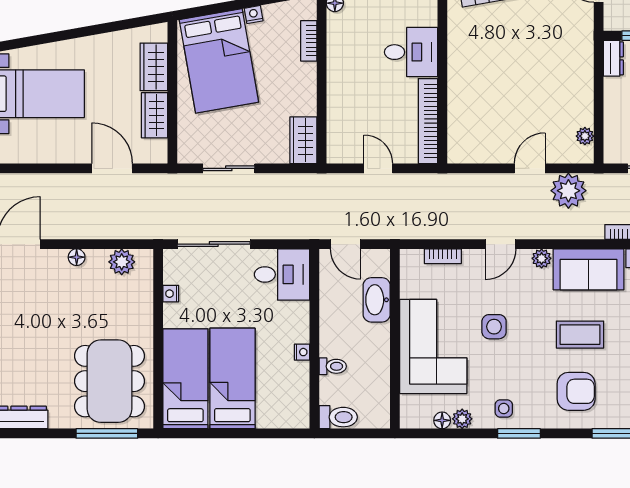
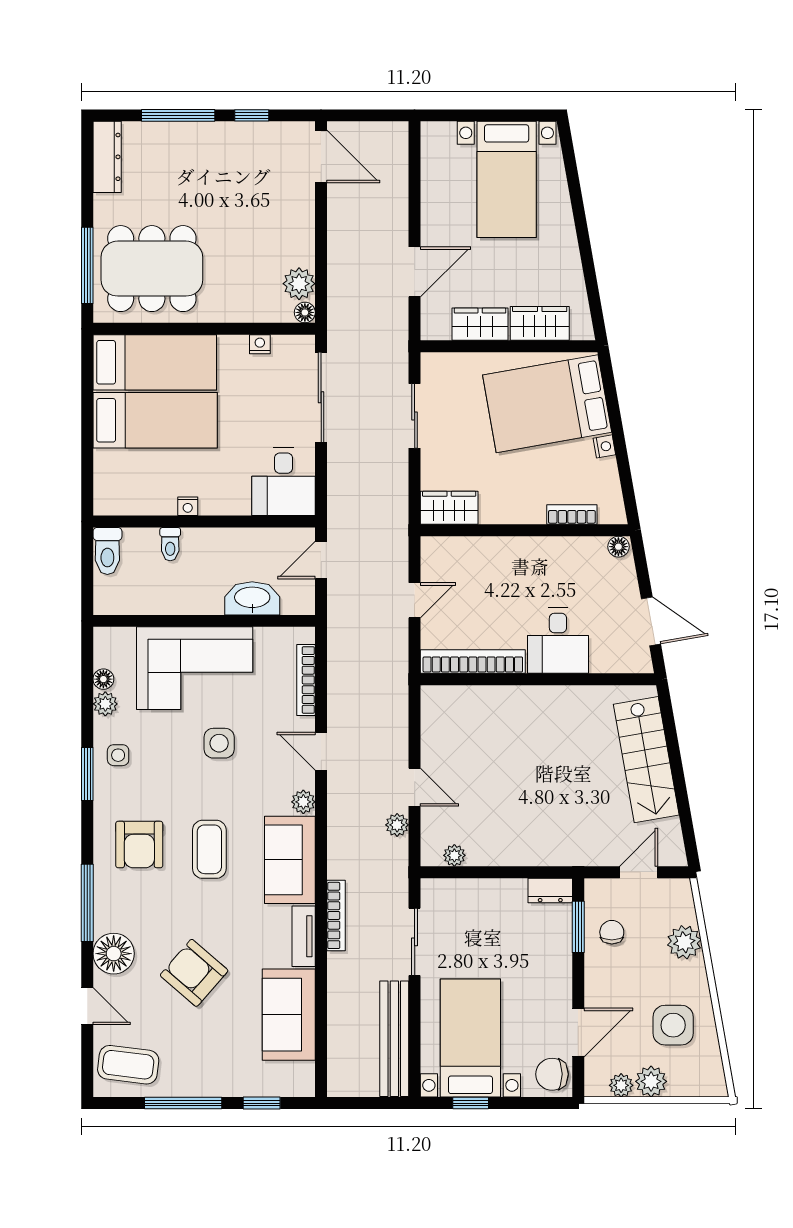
plant: (568, 191) -> (397, 825), width x0.53, depth x0.53
bookcase: (443, 256) -> (306, 680), width x1.56
floor lamp: (77, 257) -> (305, 312), moved

